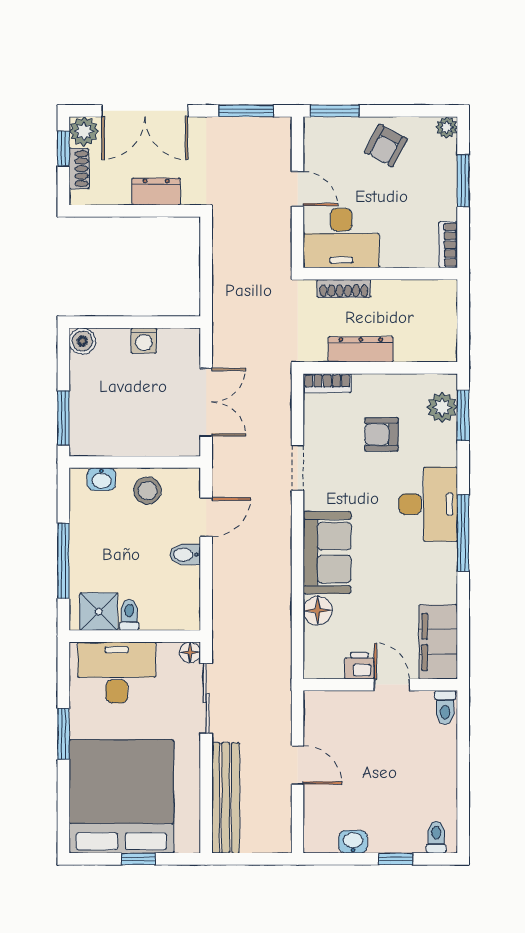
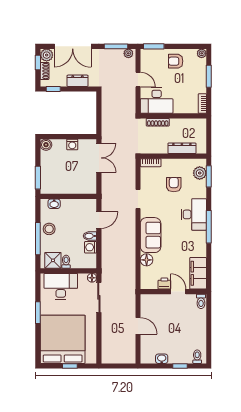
plant: (275, 127) -> (128, 53), added
armchair: (386, 146) -> (176, 61), turned 62
window: (99, 211) -> (53, 89), added
dresser: (361, 349) -> (182, 148), moved
double door: (206, 402) -> (99, 158), moved
armchair: (381, 434) -> (174, 185), turned 90
stool: (148, 491) -> (49, 229), moved
washing machine: (187, 581) -> (91, 247), added
bench: (226, 798) -> (107, 340), removed

